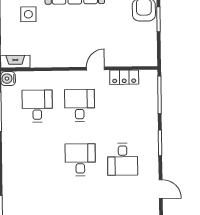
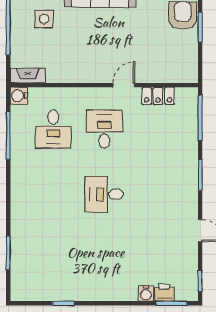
desk: (37, 106) -> (53, 129), turned 180
desk: (123, 159) -> (155, 194), removed
desk: (80, 160) -> (104, 194), turned -90

